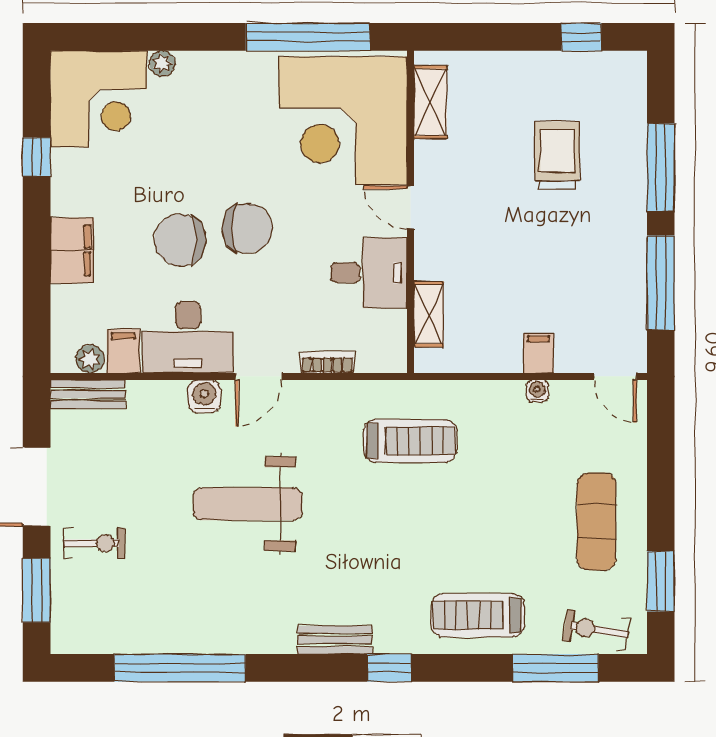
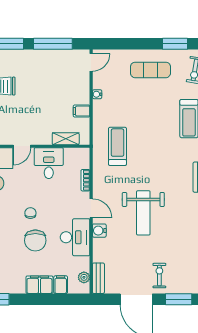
chair: (247, 228) -> (30, 213), width x0.54, depth x0.54
filing cabinet: (123, 351) -> (61, 285), moved, turned 90
filing cabinet: (538, 353) -> (82, 111), moved

